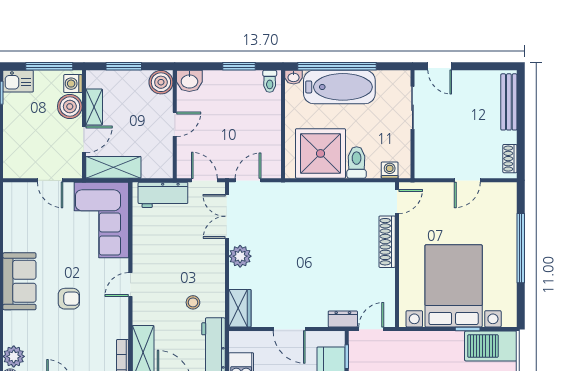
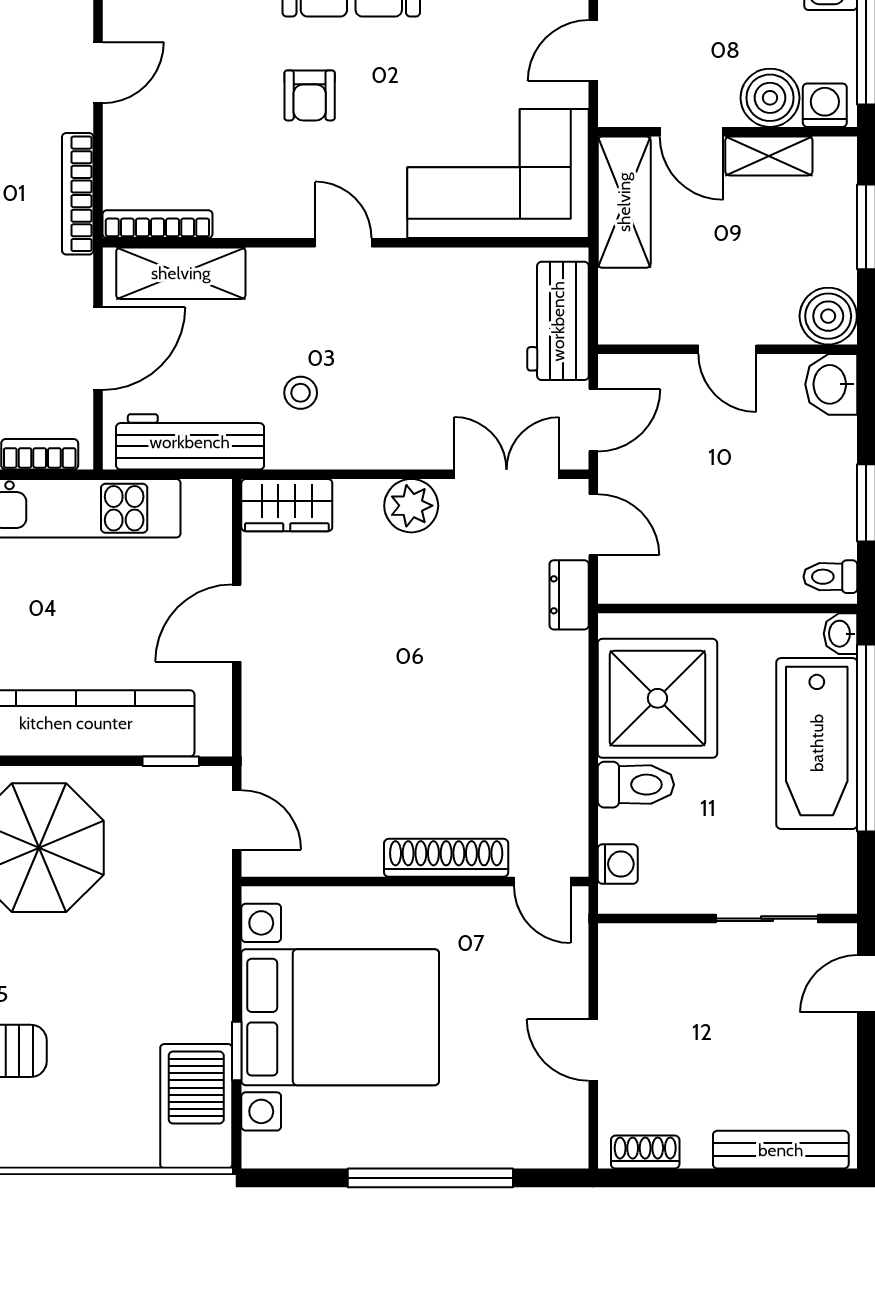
dresser: (343, 319) -> (569, 595), moved, turned 180

